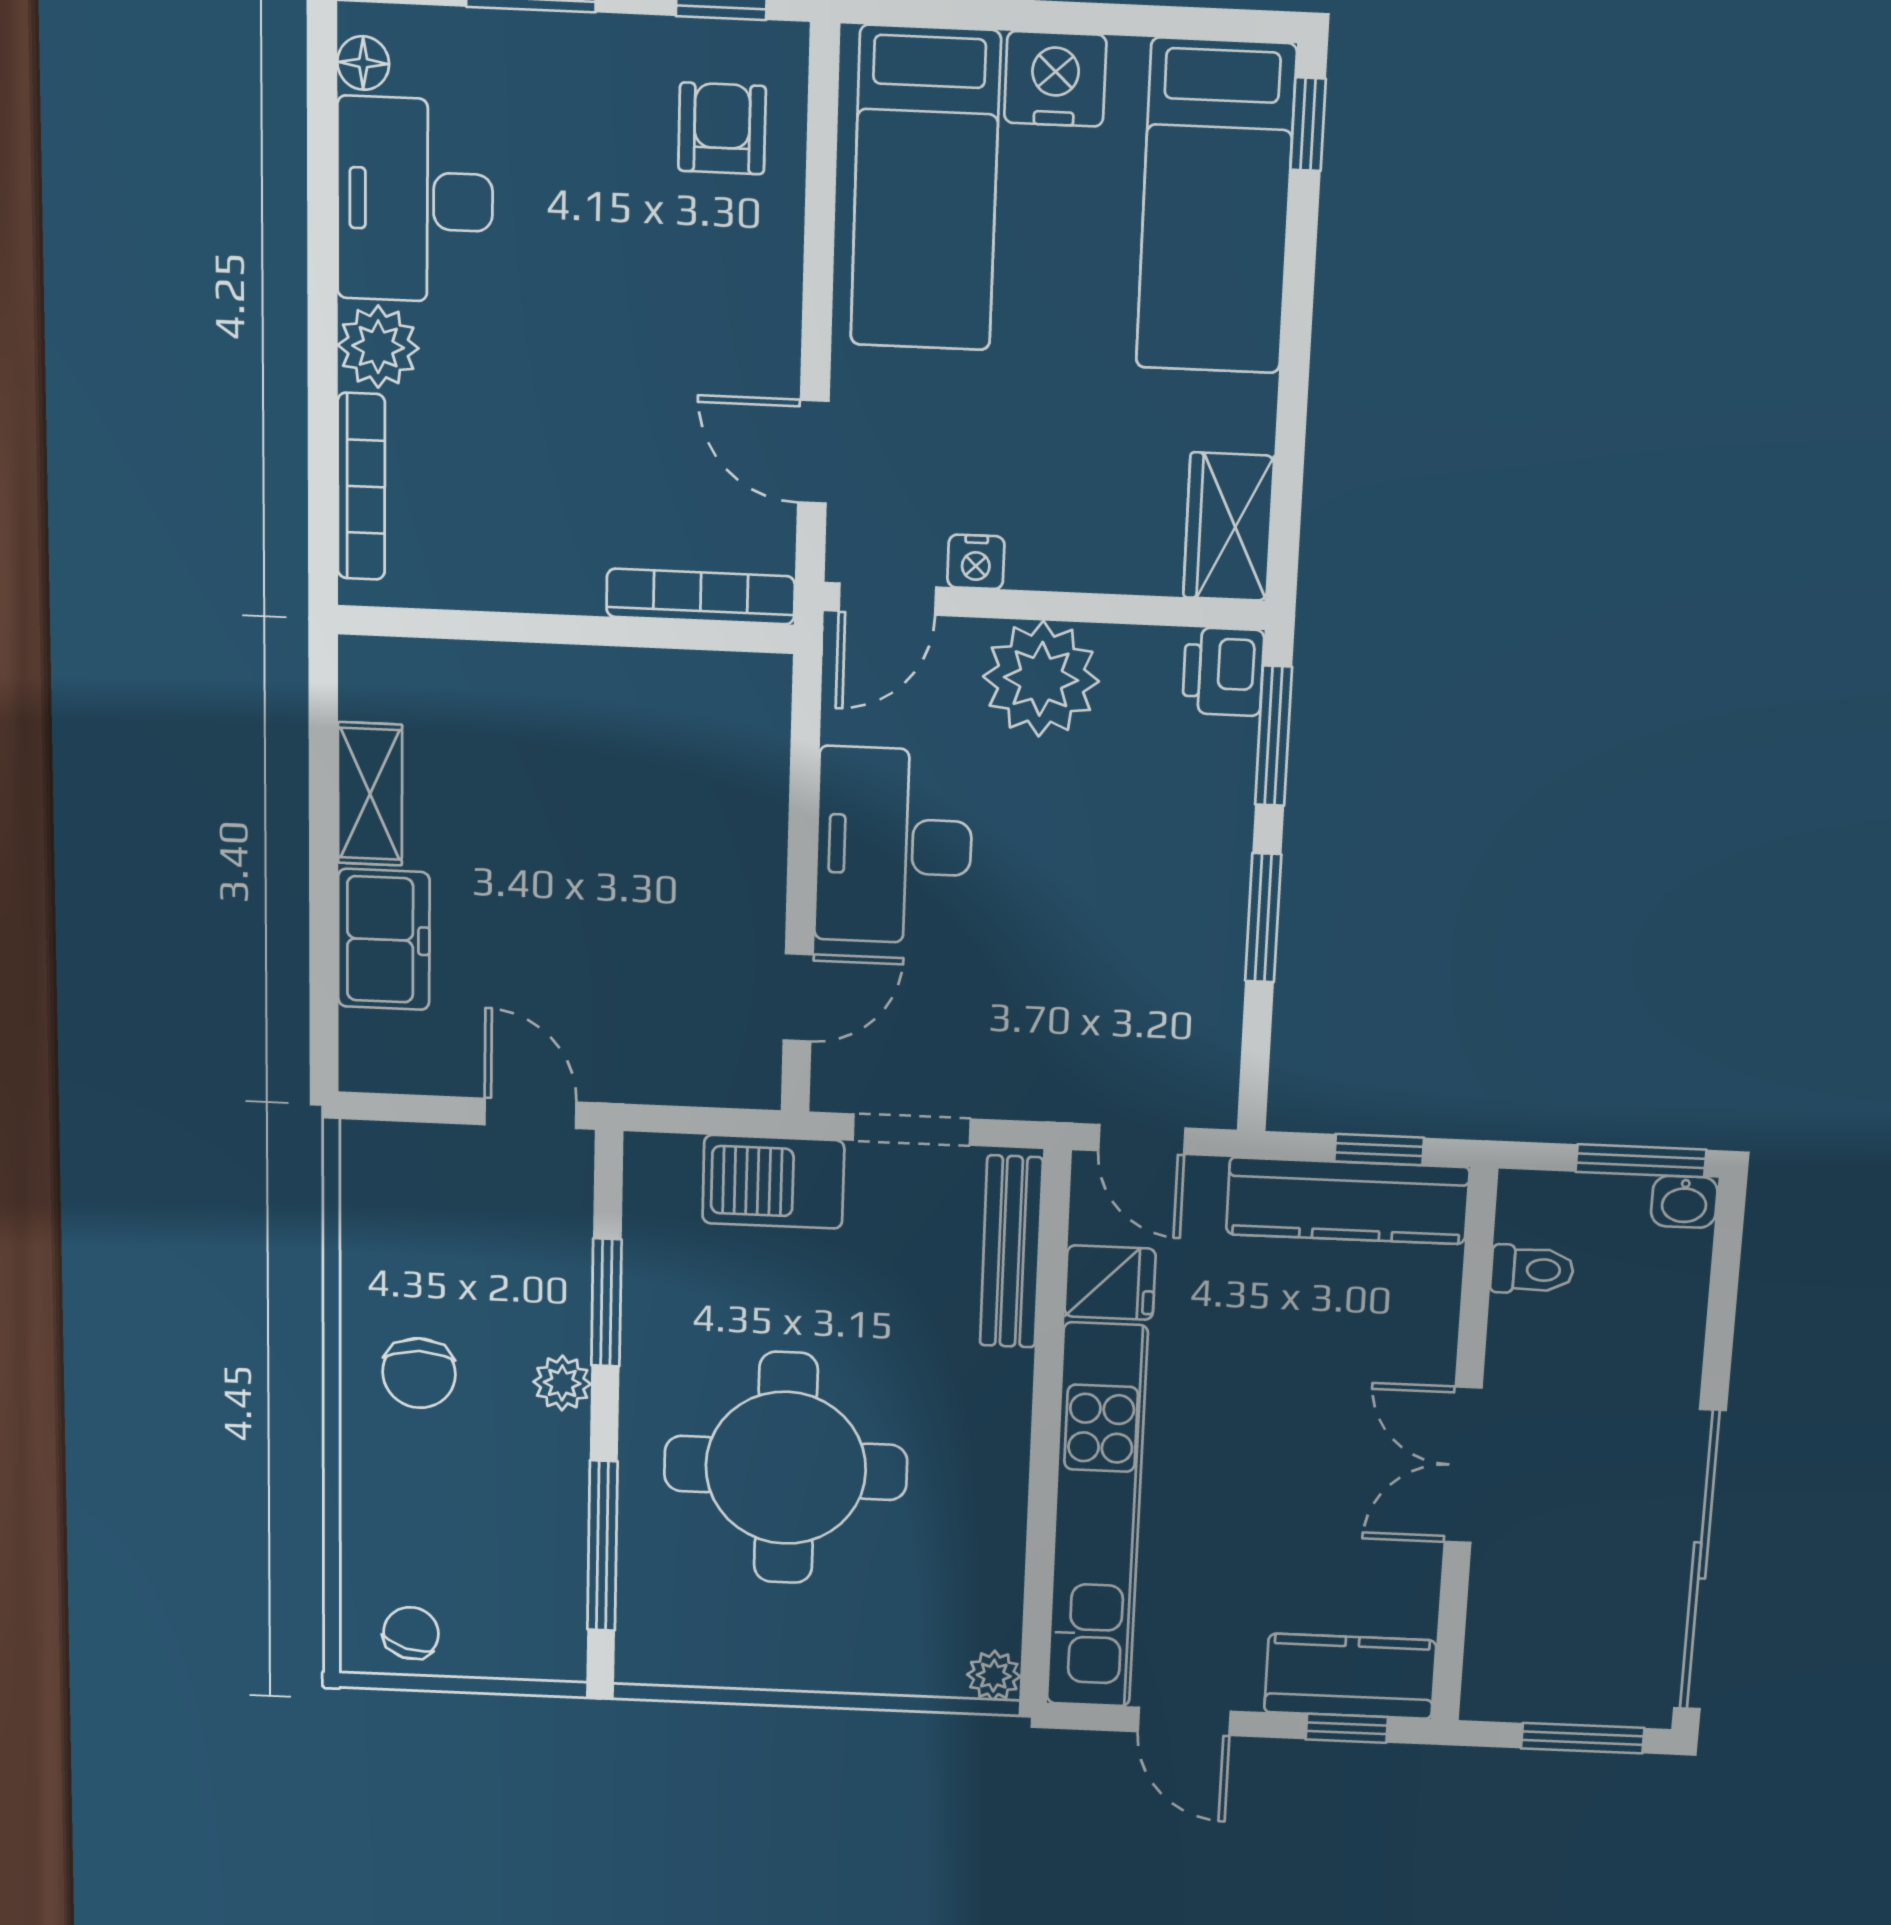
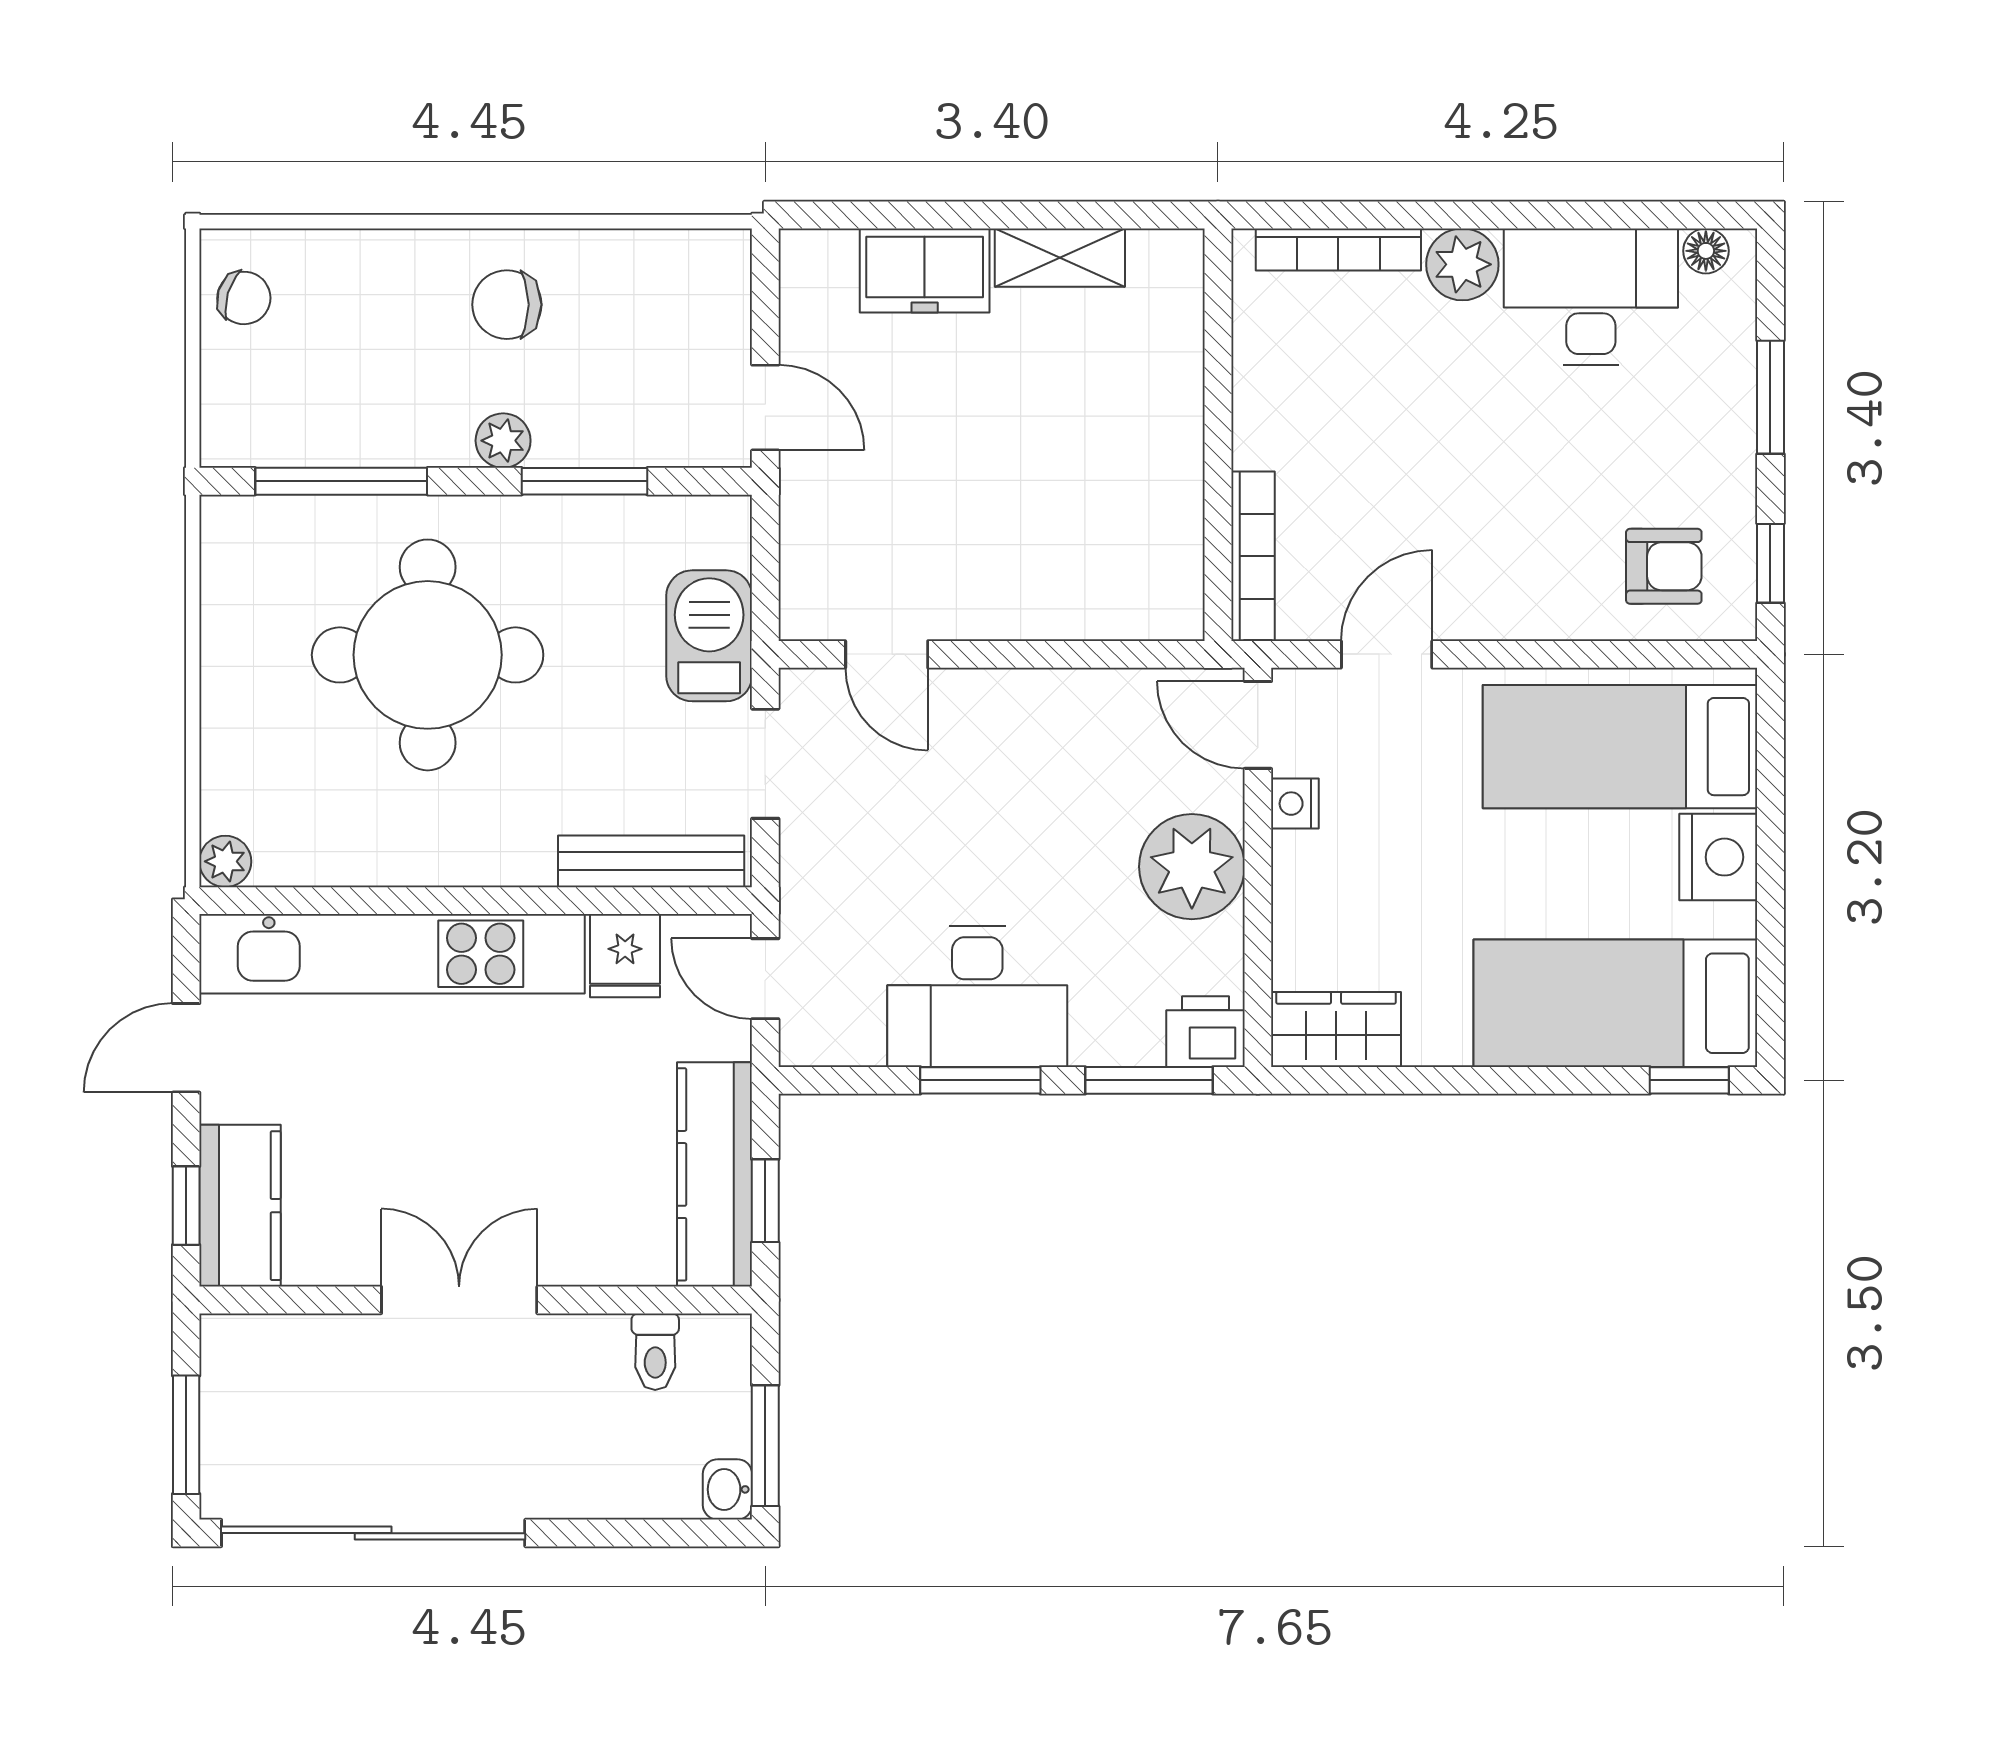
desk: (894, 846) -> (977, 996), moved, turned 180
door: (530, 1113) -> (765, 408), hinge flipped
door: (1142, 1139) -> (765, 979), hinge flipped

